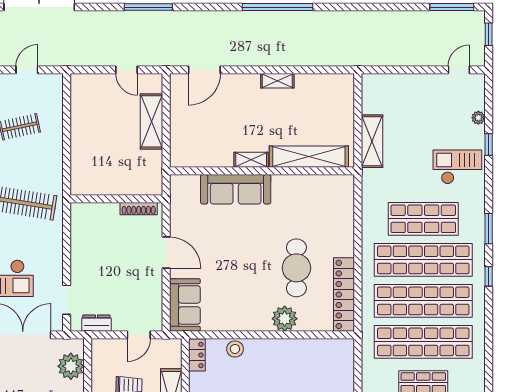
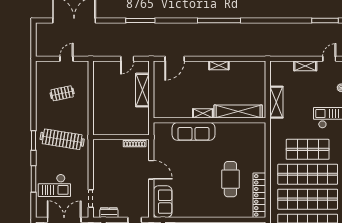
door: (127, 70) -> (127, 59), hinge flipped
shelving: (419, 82) -> (305, 66), added
plant: (285, 319) -> (223, 210), removed

